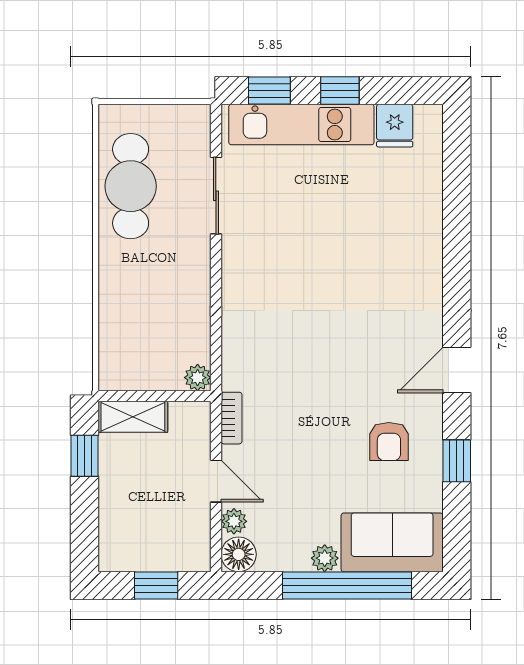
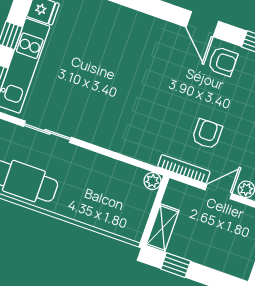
bookcase: (232, 418) -> (184, 169), width x1.56
armchair: (296, 434) -> (207, 134), added
armchair: (389, 441) -> (223, 61), moved

